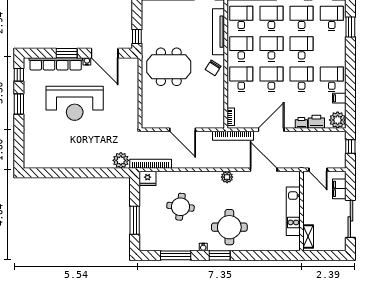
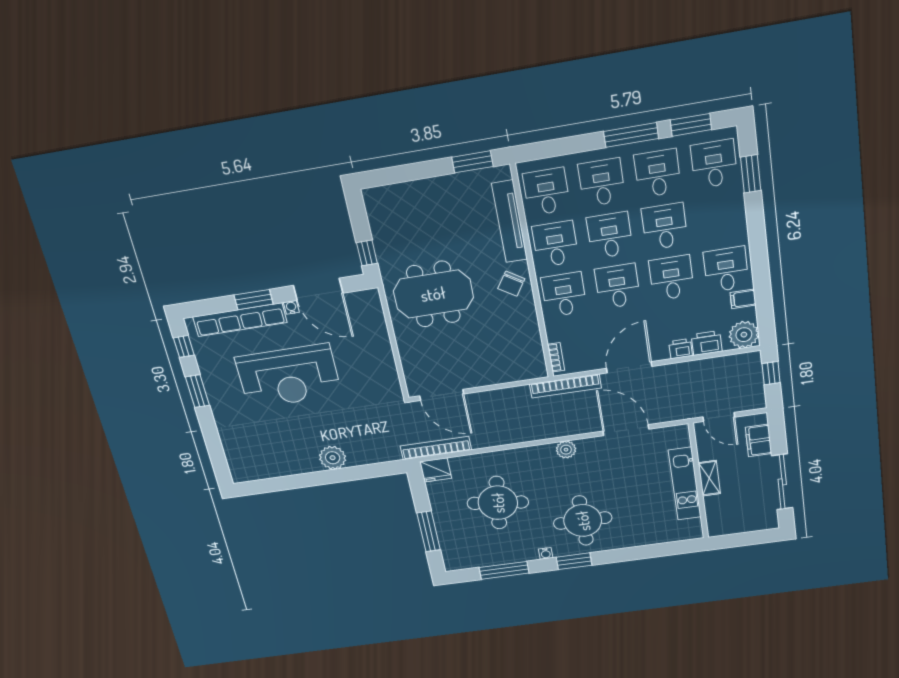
door: (183, 130) -> (442, 395), moved
plant: (121, 160) -> (333, 458), moved
round table: (180, 207) -> (498, 503), width x1.36, depth x1.36
shelving: (308, 237) -> (709, 478), moved

